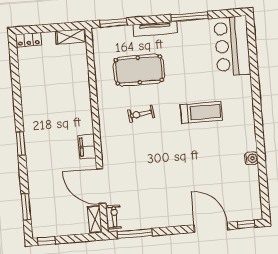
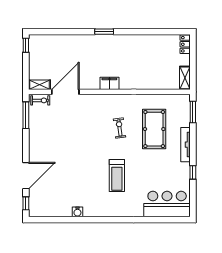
window: (190, 17) -> (193, 172), width x0.46
filing cabinet: (87, 147) -> (109, 83), moved
window: (26, 207) -> (54, 32), removed

